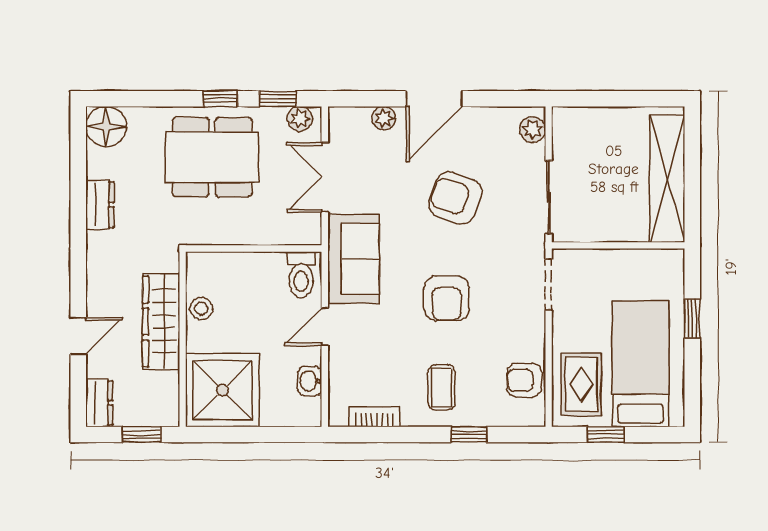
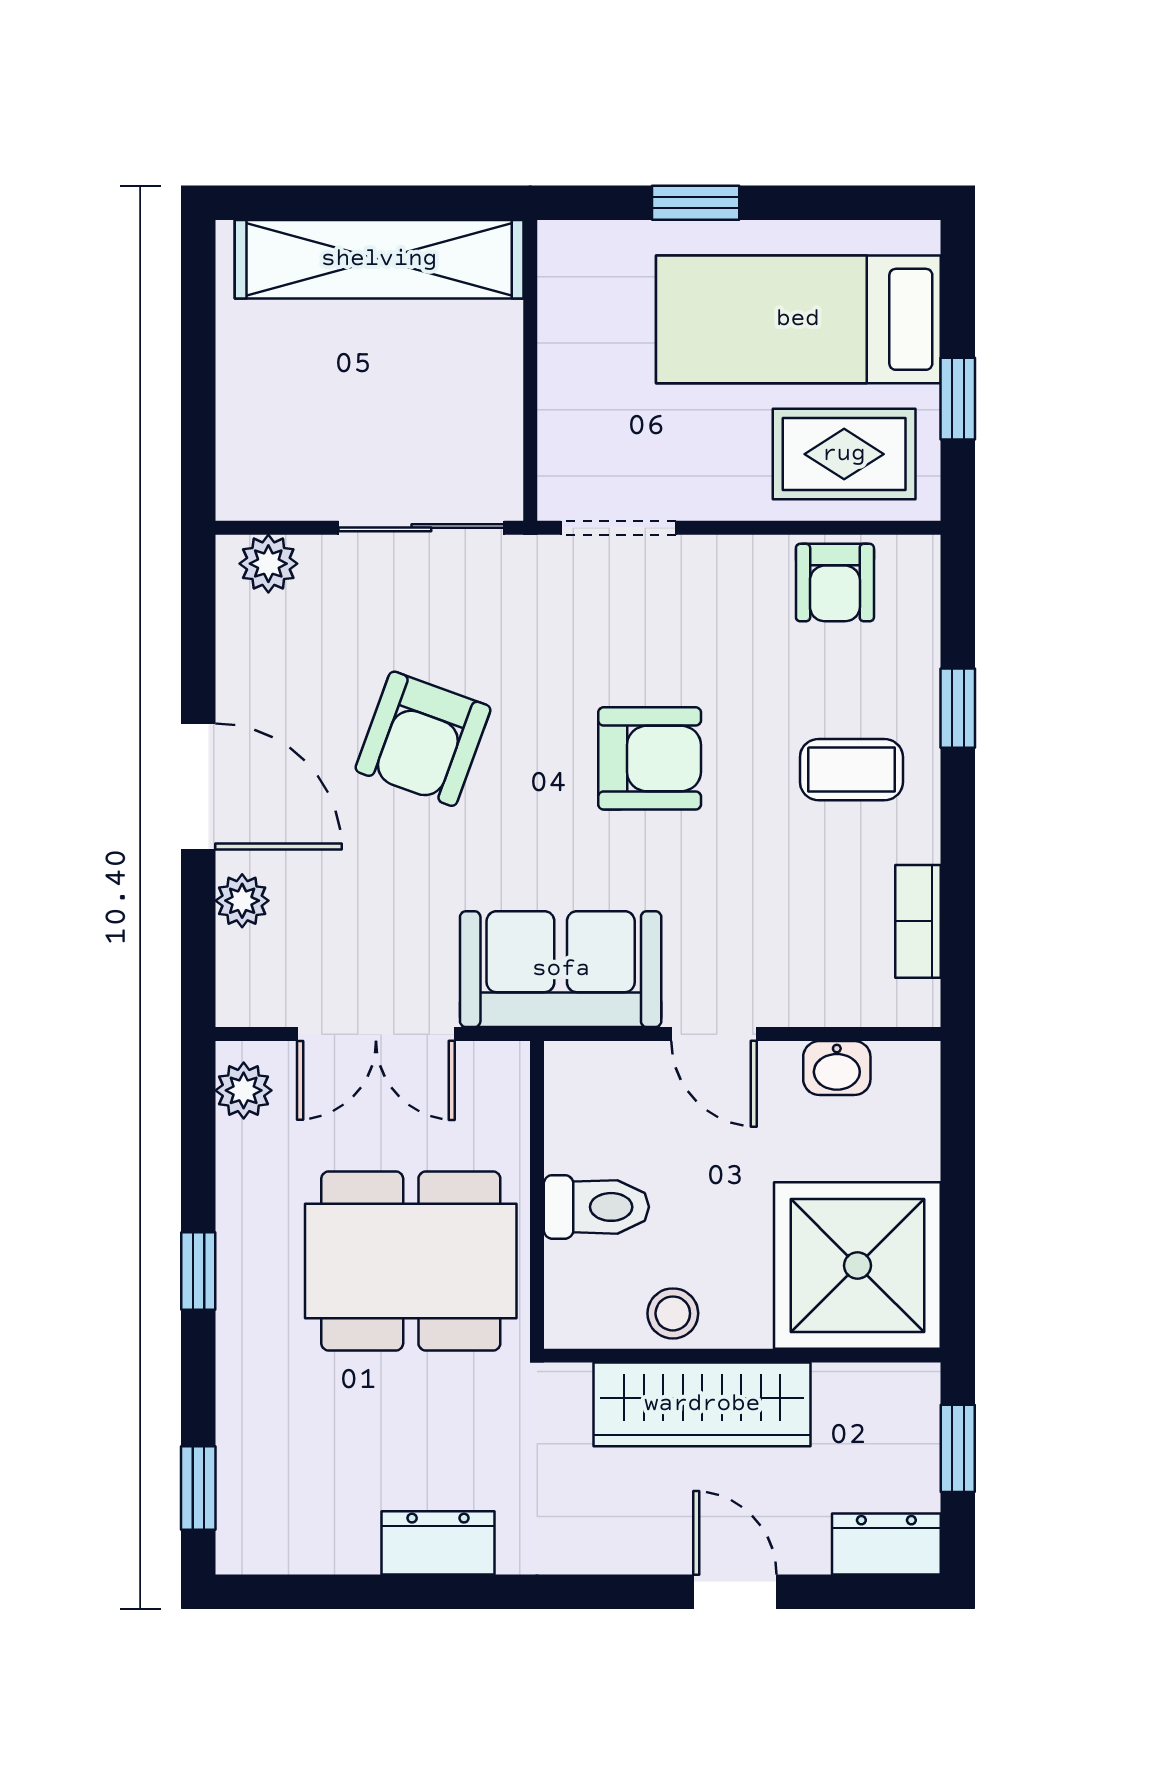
window: (278, 99) -> (198, 1488), moved
floor lamp: (106, 127) -> (261, 1529), removed
dining table: (212, 157) -> (411, 1261), moved, turned 90
toilet: (301, 275) -> (596, 1207), moved

